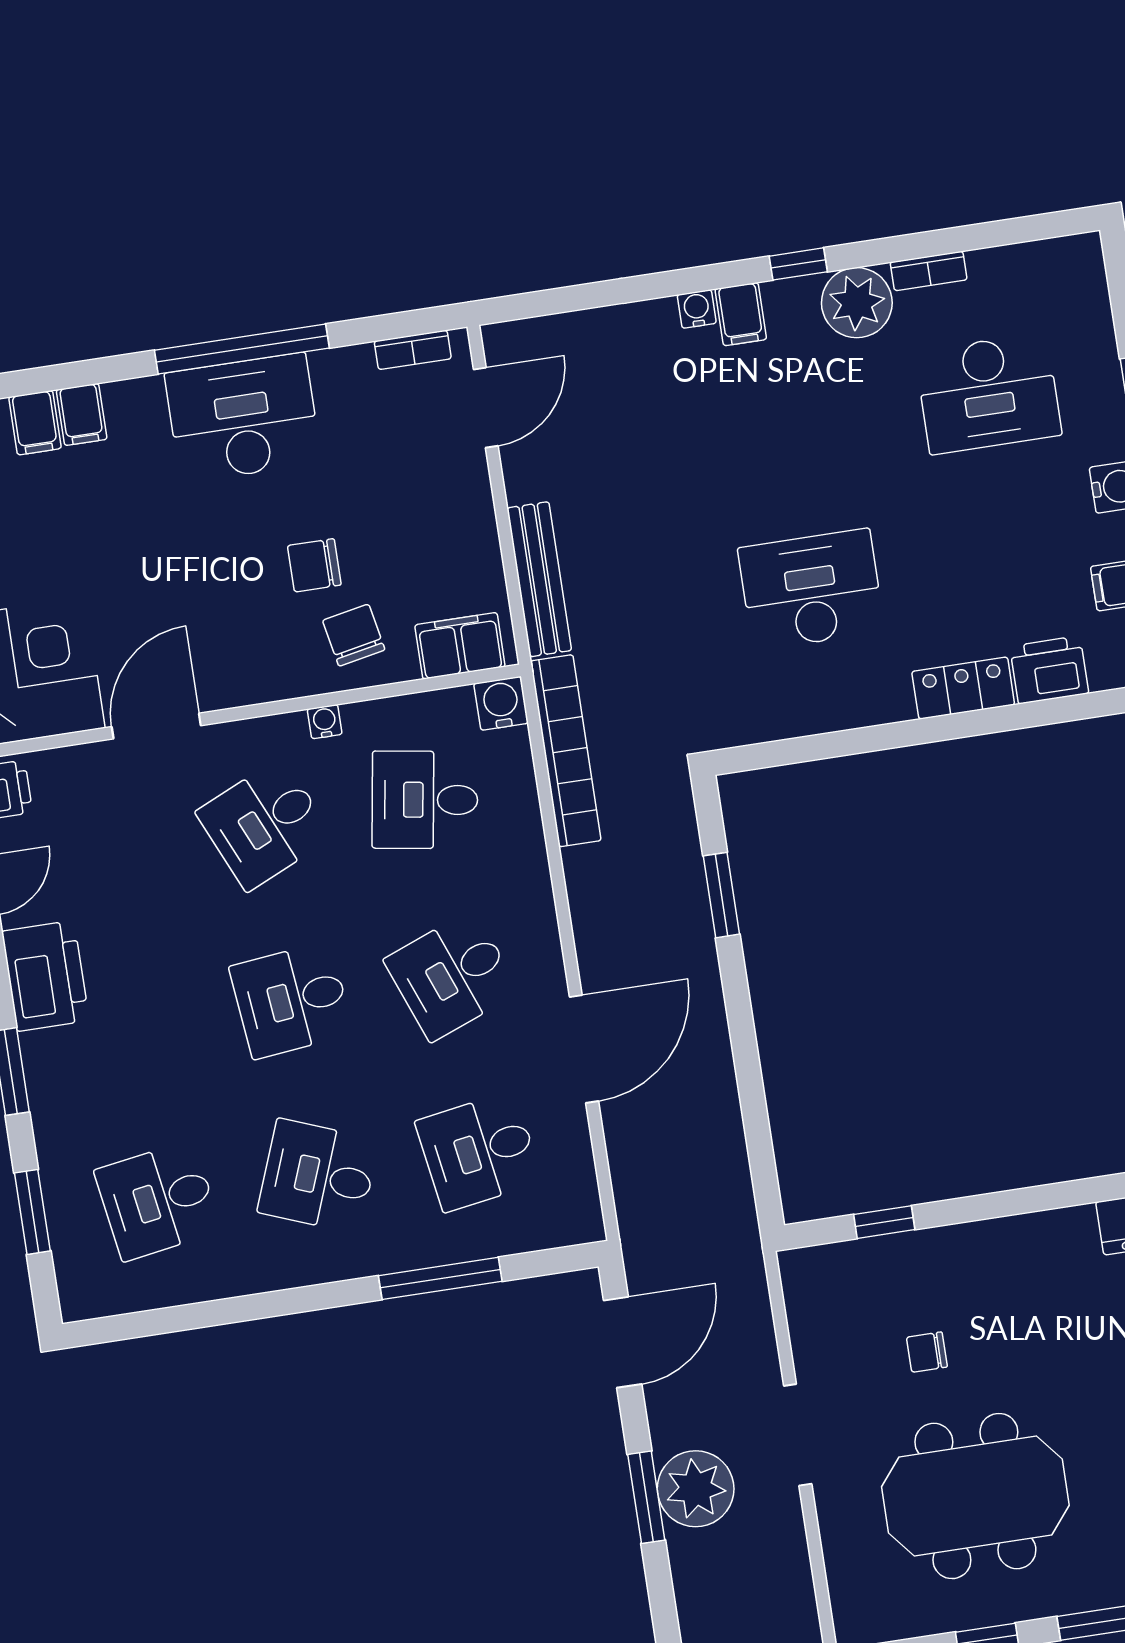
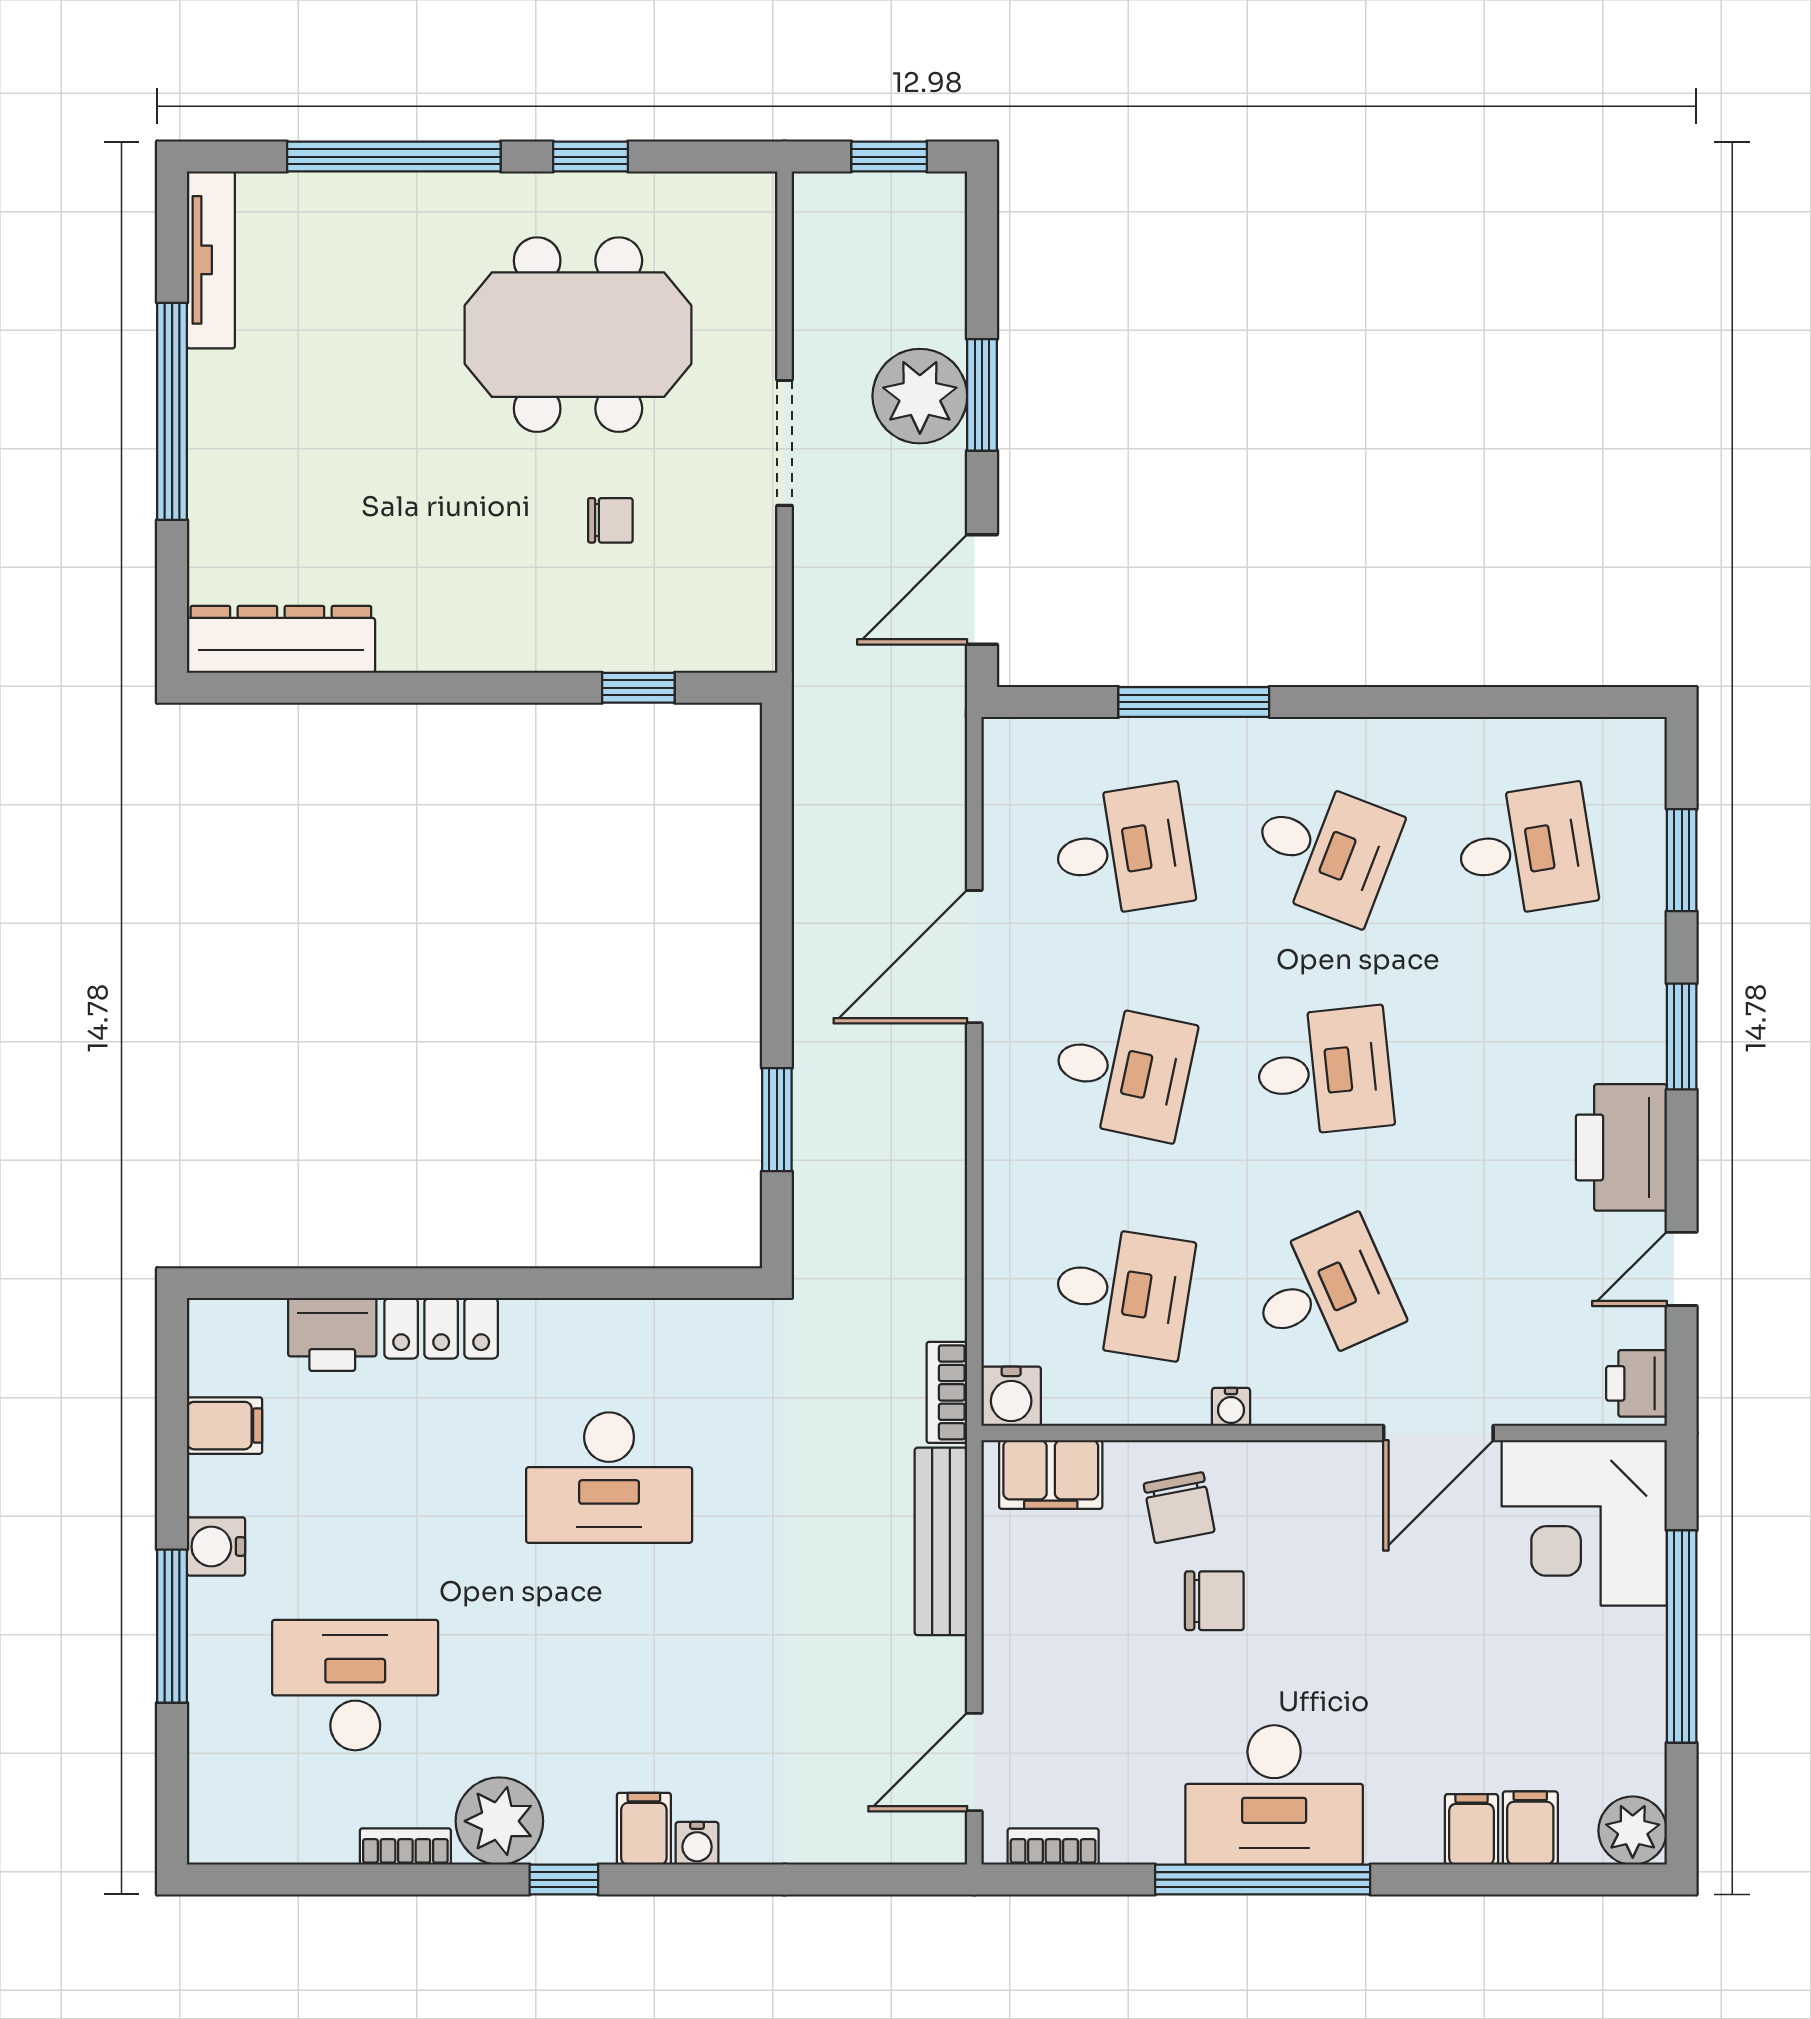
bookcase: (566, 751) -> (947, 1392), width x0.43, depth x0.76
desk: (452, 976) -> (1123, 1071), turned 33

